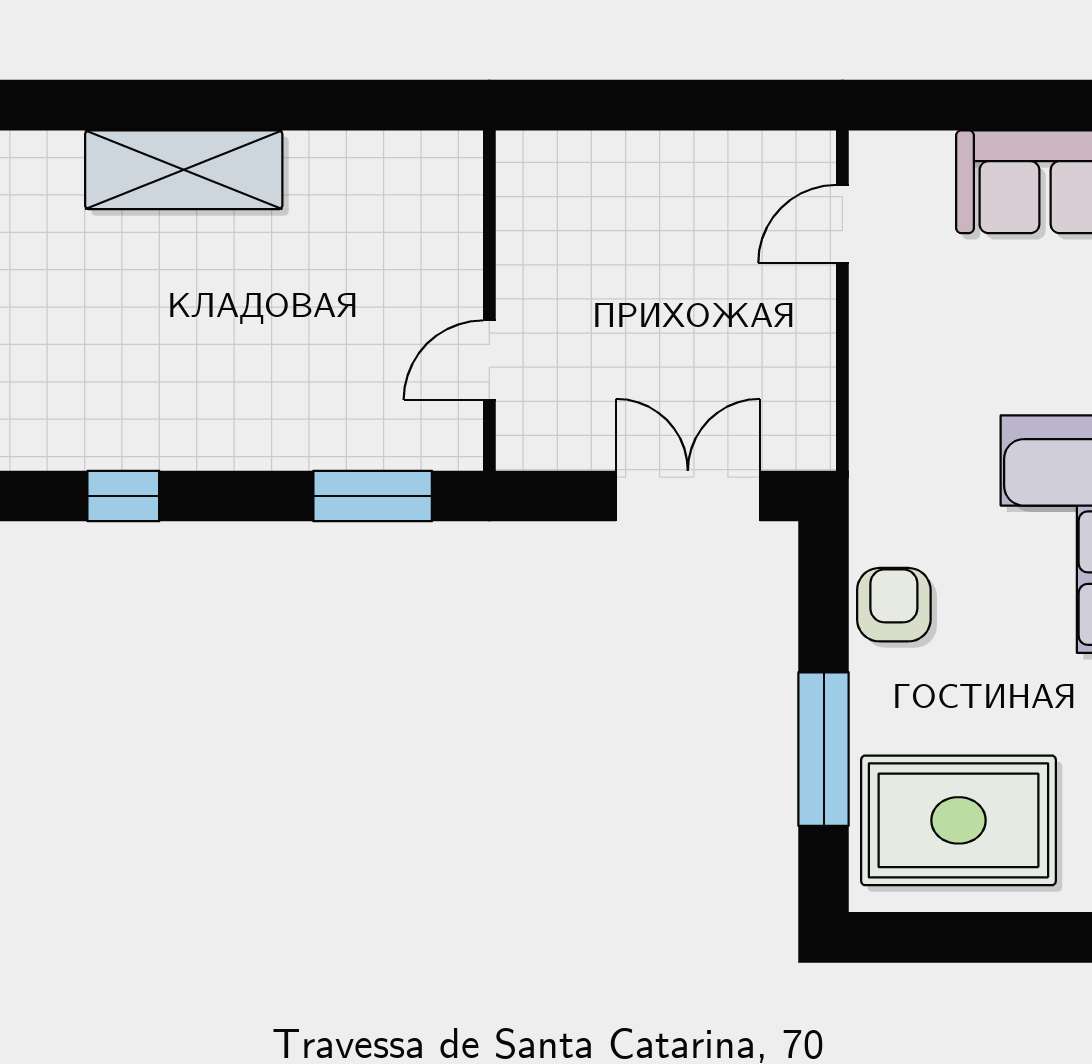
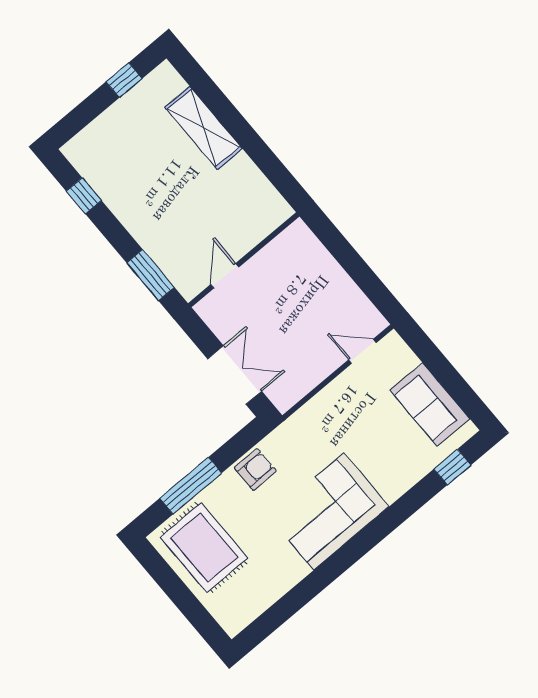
door: (489, 360) -> (225, 276), hinge flipped

